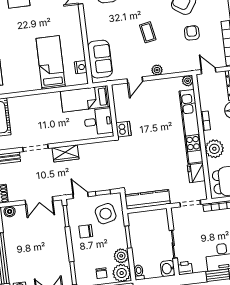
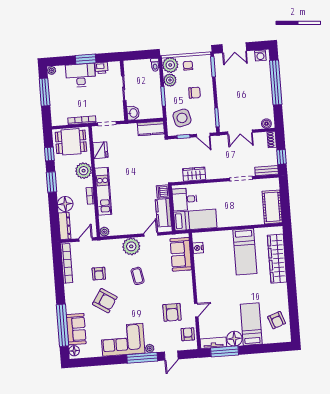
bed: (51, 62) -> (245, 252), moved
plant: (157, 70) -> (131, 246), width x1.87, depth x1.87
door: (209, 71) -> (86, 239), swing flipped
kitchen counter: (122, 105) -> (163, 213), added
kitchen unit: (191, 126) -> (103, 191), width x0.73
wardrobe: (65, 153) -> (194, 174), moved
kitchen counter: (148, 199) -> (151, 128), width x0.67
double door: (39, 200) -> (240, 132), swing flipped
chair: (86, 231) -> (195, 93), moved
washbasin: (168, 268) -> (133, 113), moved
printer: (185, 268) -> (101, 68), moved

